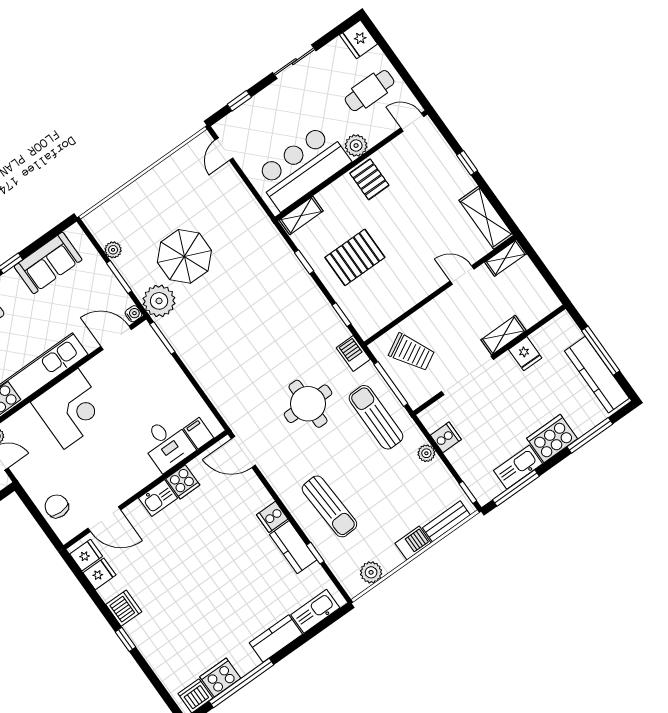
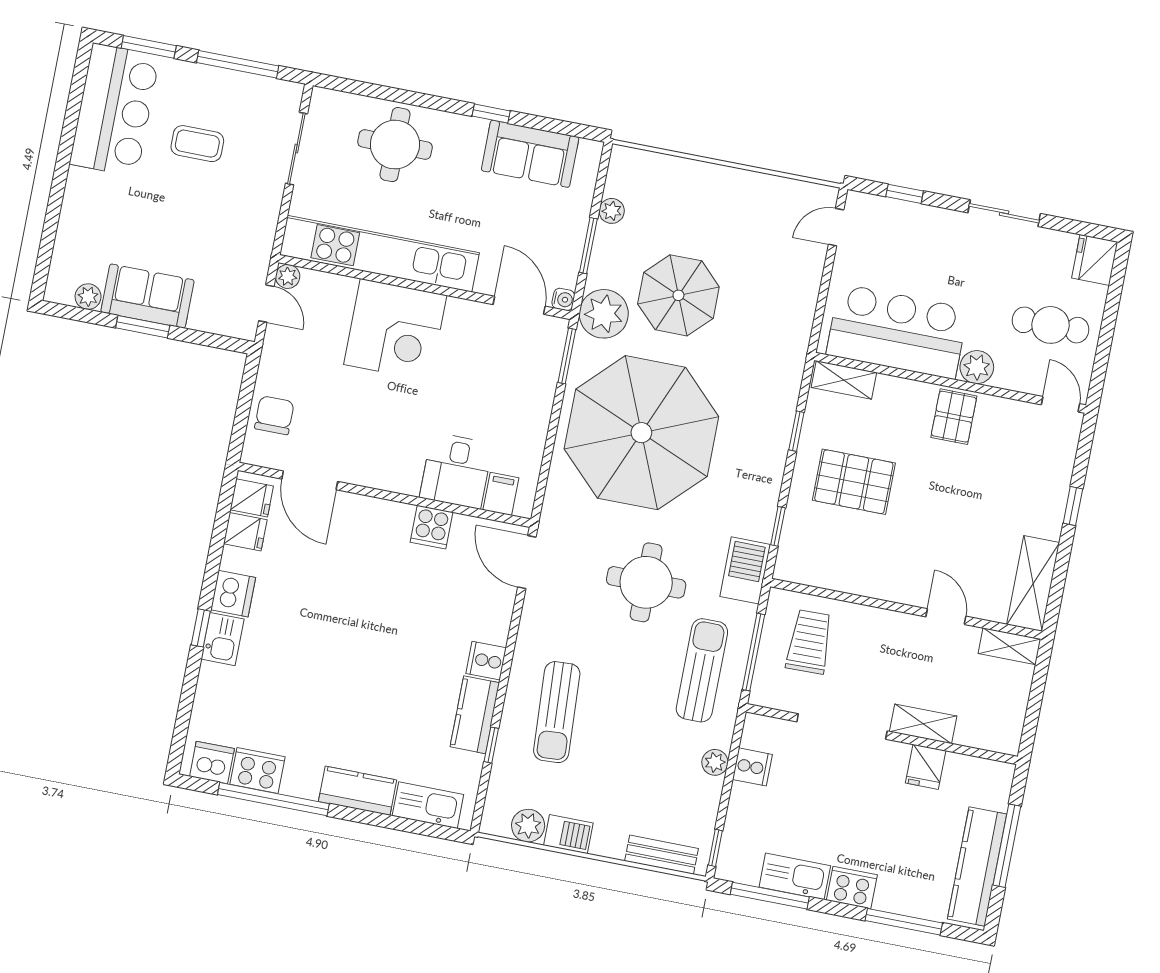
parasol: (234, 337) -> (641, 433), added
trolley: (412, 352) -> (809, 642), turned -152
barbecue: (353, 353) -> (745, 570), width x1.38, depth x1.27
cooker: (552, 439) -> (852, 888), width x0.73, depth x0.76
kitchen sink: (158, 498) -> (223, 639), moved, turned -90
barbecue: (413, 543) -> (568, 834), moved

